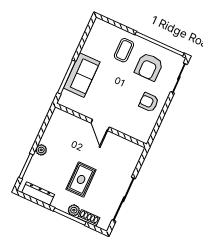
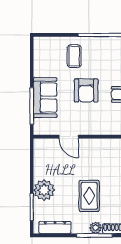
armchair: (149, 67) -> (86, 90), moved
door: (100, 125) -> (69, 137), moved
plant: (41, 150) -> (44, 190), width x1.87, depth x1.87

